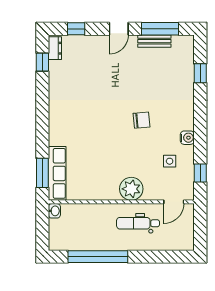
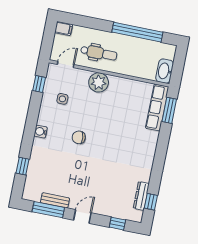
dresser: (55, 48) -> (141, 196), moved, width x1.44
water cooler: (187, 138) -> (41, 132), moved
washbasin: (54, 211) -> (165, 71), width x1.91, depth x1.45
filing cabinet: (185, 243) -> (64, 29), added

